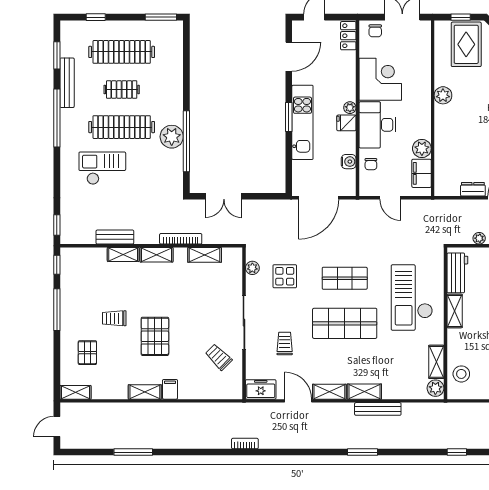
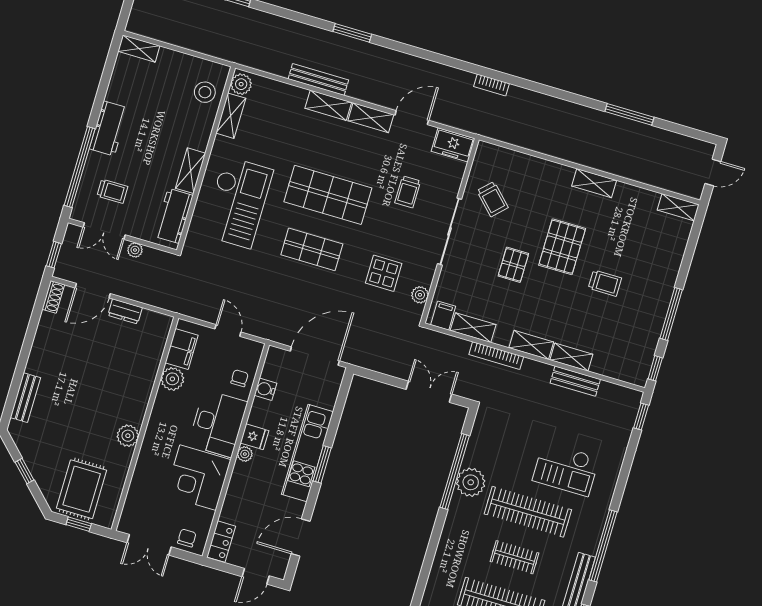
pallet: (87, 353) -> (513, 265), moved
filing cabinet: (170, 389) -> (443, 316), moved, turned 180
door: (298, 401) -> (412, 118), swing flipped

